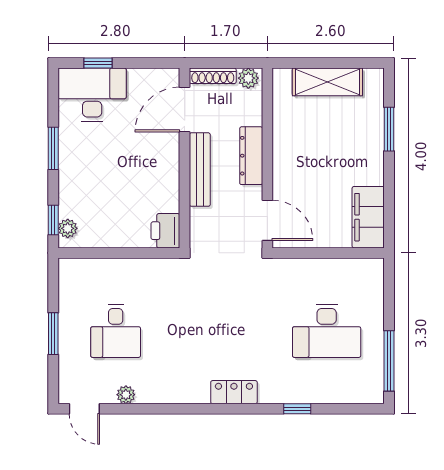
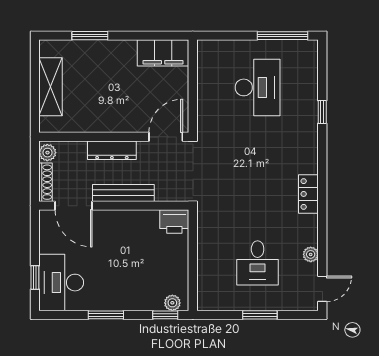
desk: (116, 331) -> (258, 263), turned 90
locker: (234, 392) -> (308, 194), moved

